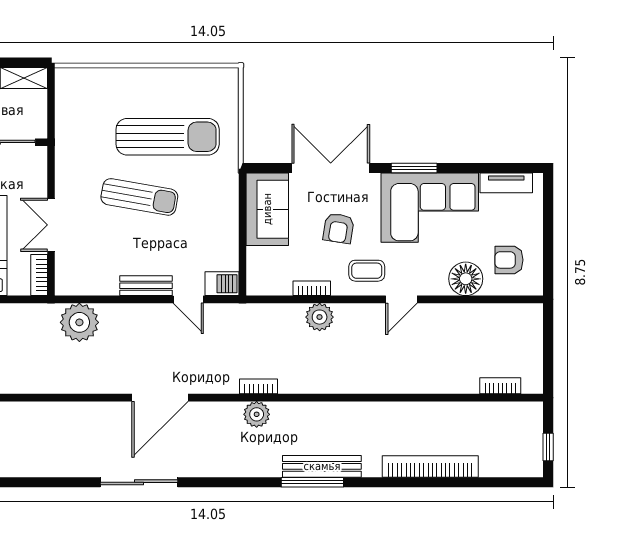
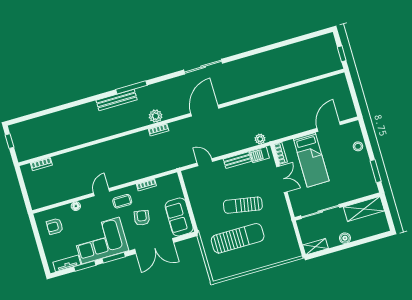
sun lounger: (168, 137) -> (238, 238), turned 180
window: (473, 168) -> (85, 266), added
armchair: (509, 260) -> (55, 226), turned 180
floor lamp: (466, 279) -> (76, 206), width x0.53, depth x0.53
barbecue: (222, 284) -> (259, 155), moved
bench: (146, 286) -> (237, 160), moved
plant: (320, 317) -> (139, 172), removed
plant: (79, 322) -> (260, 139), width x0.53, depth x0.53
bookcase: (430, 466) -> (64, 115), removed
window: (312, 482) -> (131, 87), moved

